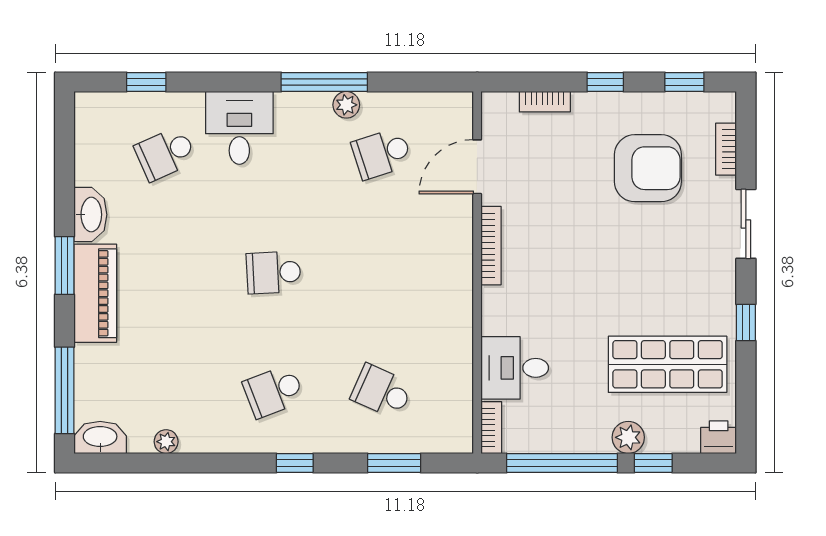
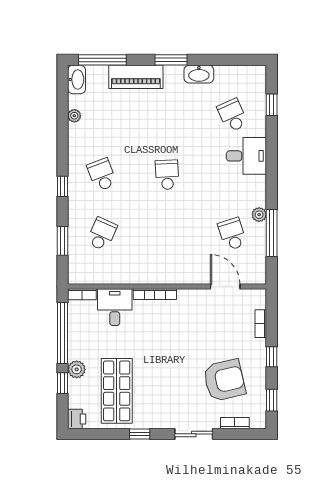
window: (324, 82) -> (272, 233), moved
armchair: (648, 168) -> (224, 380), turned -103
bookcase: (491, 246) -> (155, 294), moved
piano: (95, 293) -> (136, 77), moved

